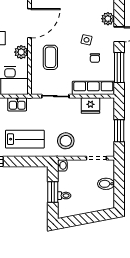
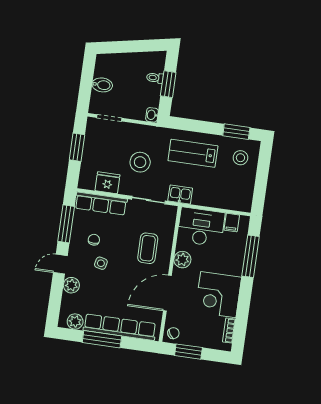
kitchen sink: (17, 104) -> (180, 195), moved
stool: (66, 141) -> (140, 162), moved

